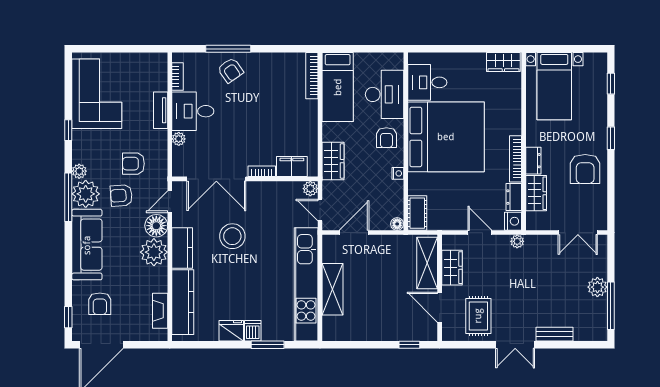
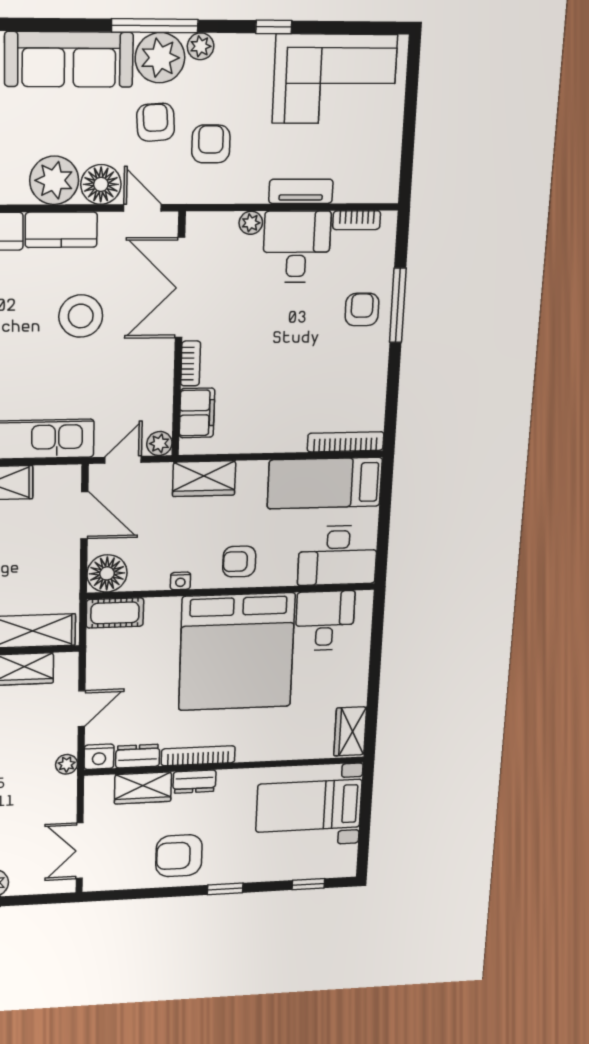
armchair: (231, 70) -> (362, 309), turned 125
desk: (385, 94) -> (338, 555), moved
floor lamp: (397, 224) -> (107, 573), width x1.89, depth x1.89

